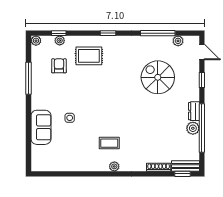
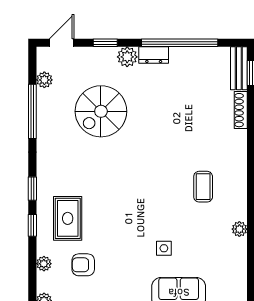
window: (59, 33) -> (32, 225), moved
plant: (193, 128) -> (127, 57), moved
plant: (114, 166) -> (239, 229), moved

